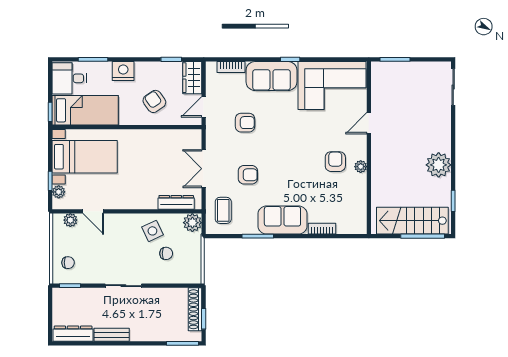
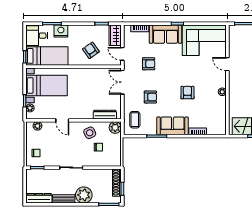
nightstand: (123, 71) -> (61, 31), moved
door: (204, 107) -> (122, 54), hinge flipped
door: (369, 123) -> (227, 64), hinge flipped
armchair: (335, 162) -> (187, 93), moved
double door: (204, 169) -> (122, 82), moved
door: (93, 211) -> (62, 120), moved
plant: (143, 329) -> (84, 195), added

